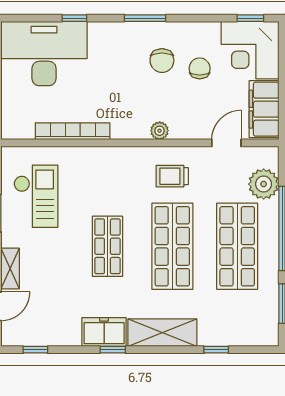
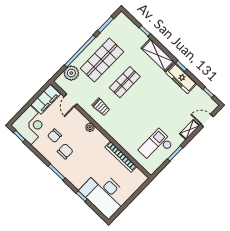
door: (226, 143) -> (70, 100), hinge flipped
shop shelf: (107, 246) -> (148, 104), removed
shop shelf: (172, 246) -> (125, 82), width x0.70, depth x0.74
freezer: (104, 332) -> (181, 78), width x1.40

